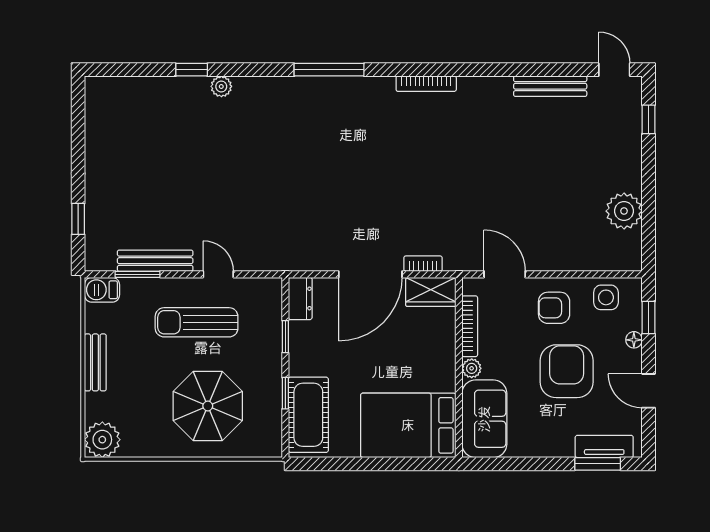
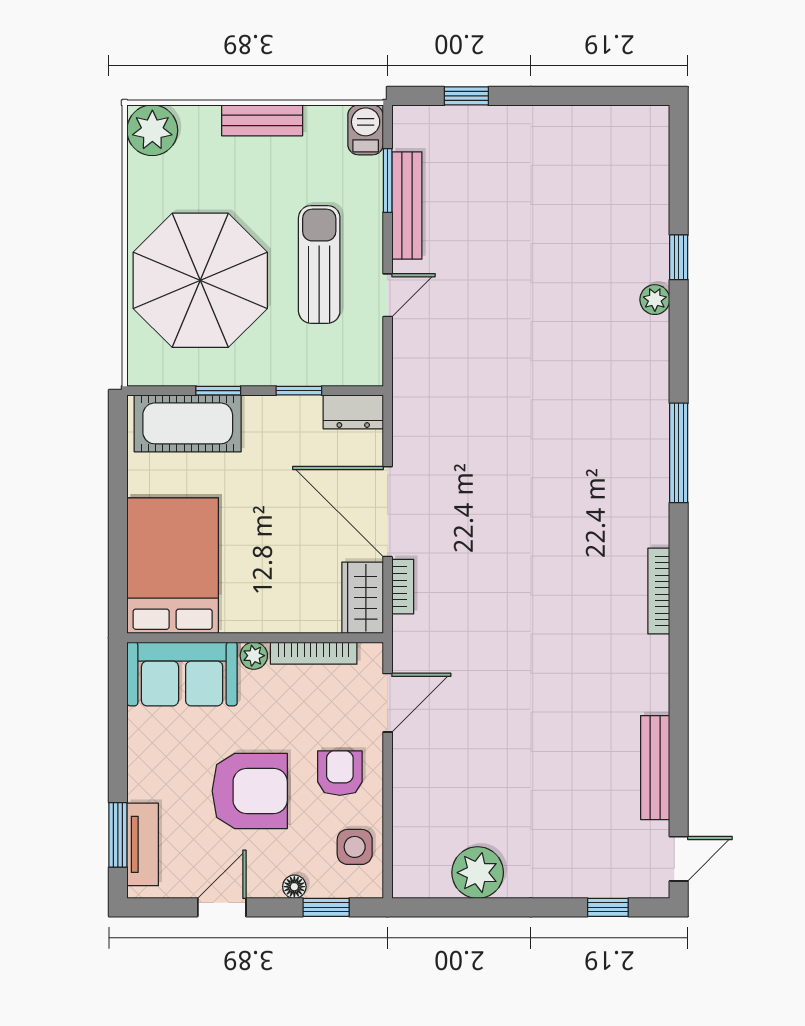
parasol: (208, 406) -> (200, 280), width x1.36, depth x1.36

